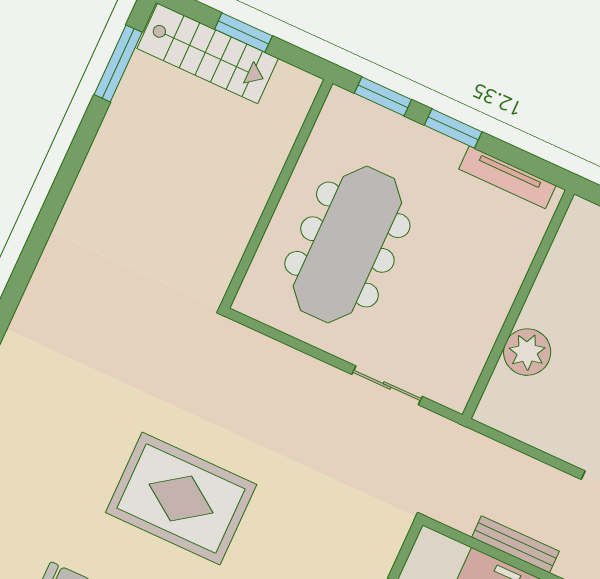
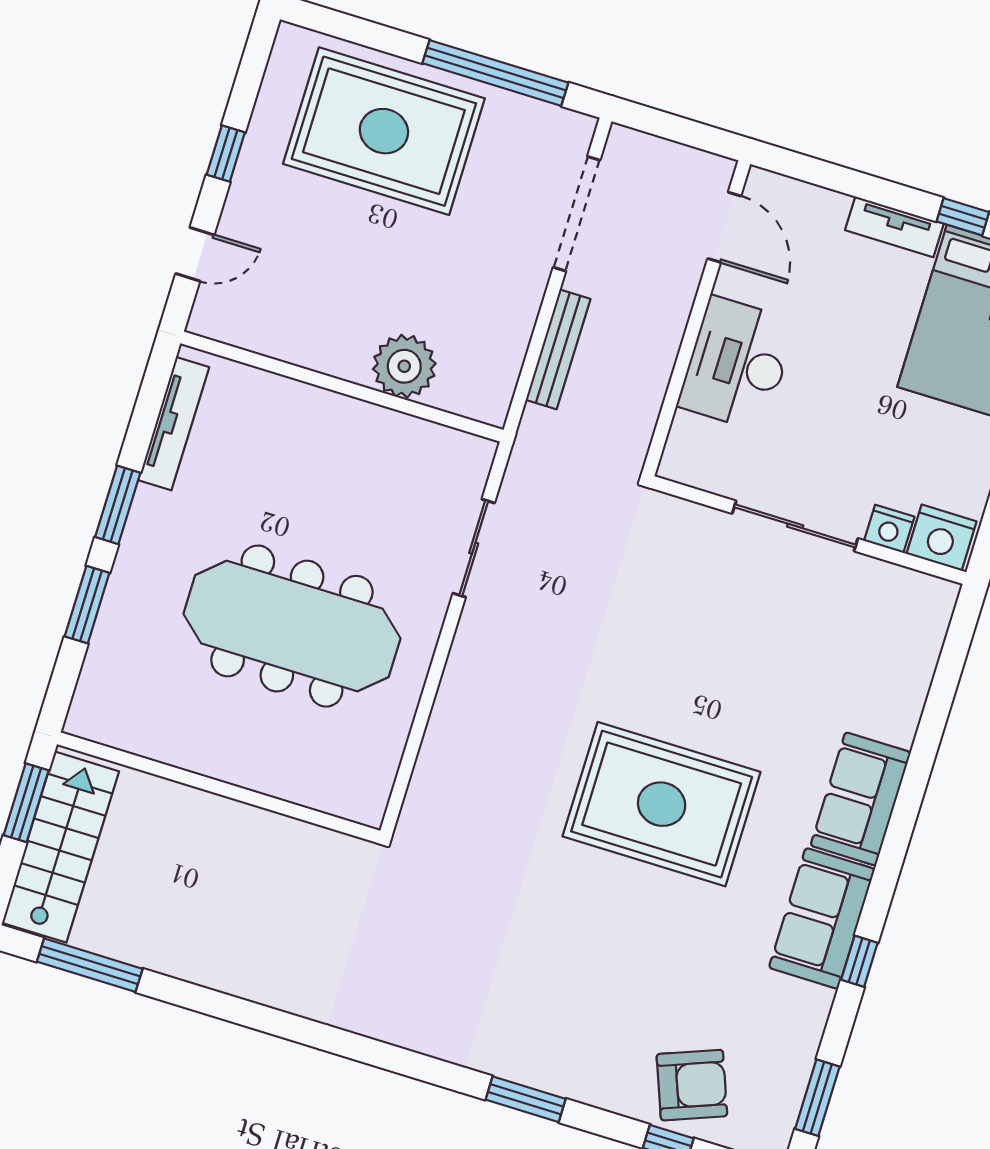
wall: (277, 194) -> (219, 787), moved
rug: (181, 498) -> (662, 804), turned 90
bench: (515, 544) -> (558, 349), moved

